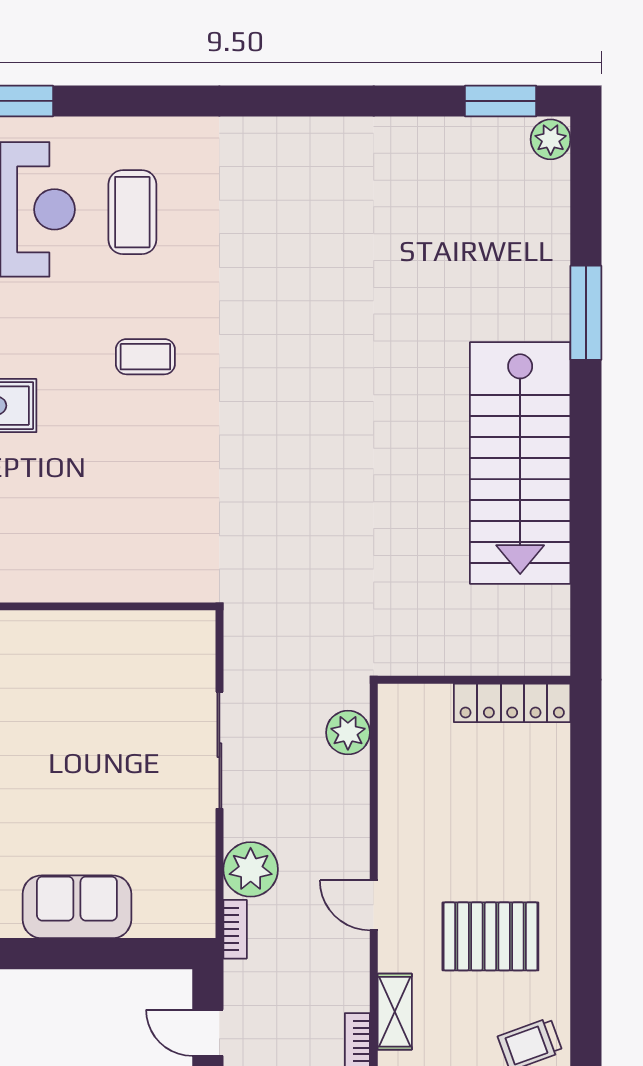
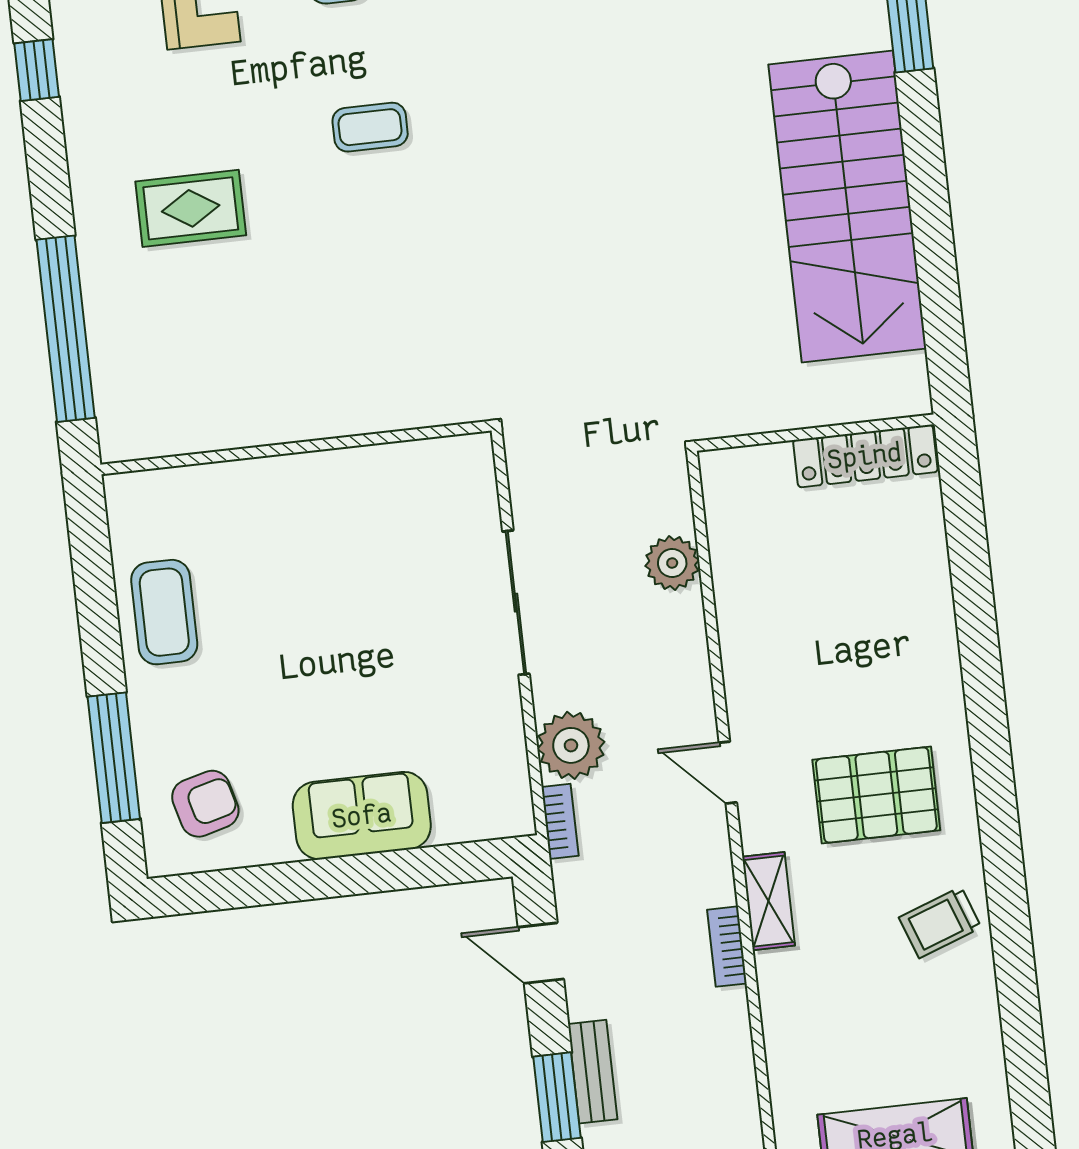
wall: (474, 680) -> (815, 433), moved
locker: (512, 703) -> (865, 456), moved

